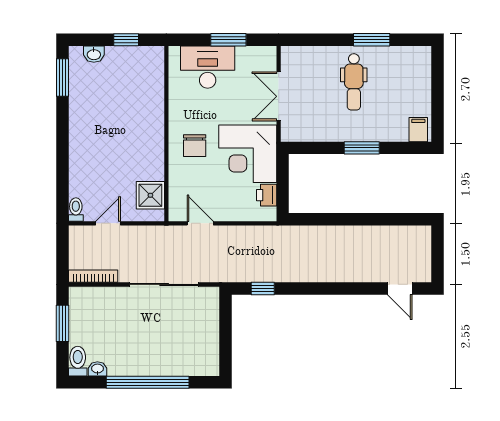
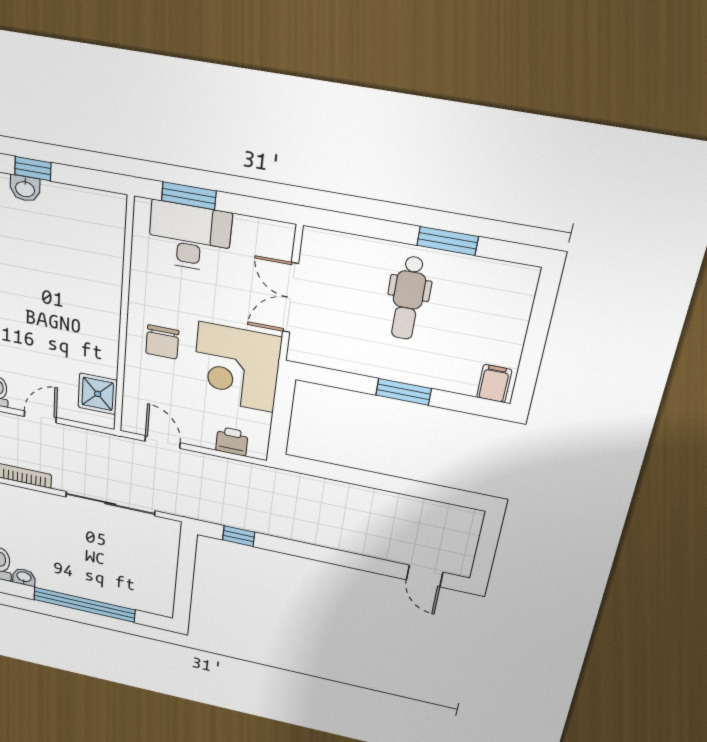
window: (126, 40) -> (33, 169), moved
window: (228, 40) -> (189, 196), moved
printer: (267, 195) -> (232, 441), moved, turned 90

